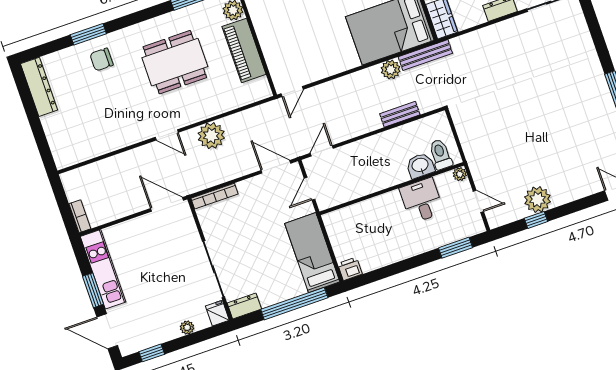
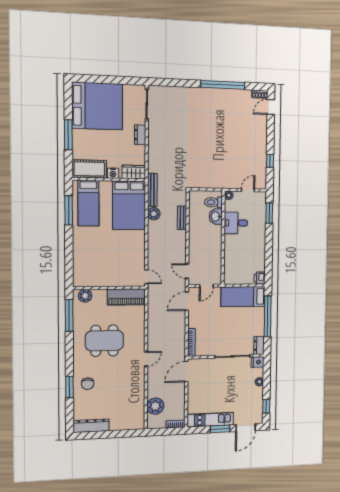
piano: (244, 50) -> (126, 297), moved
dining table: (175, 62) -> (104, 341), turned 90
plant: (211, 136) -> (155, 406), moved
door: (309, 189) -> (206, 286), hinge flipped
plant: (538, 199) -> (259, 155), removed

